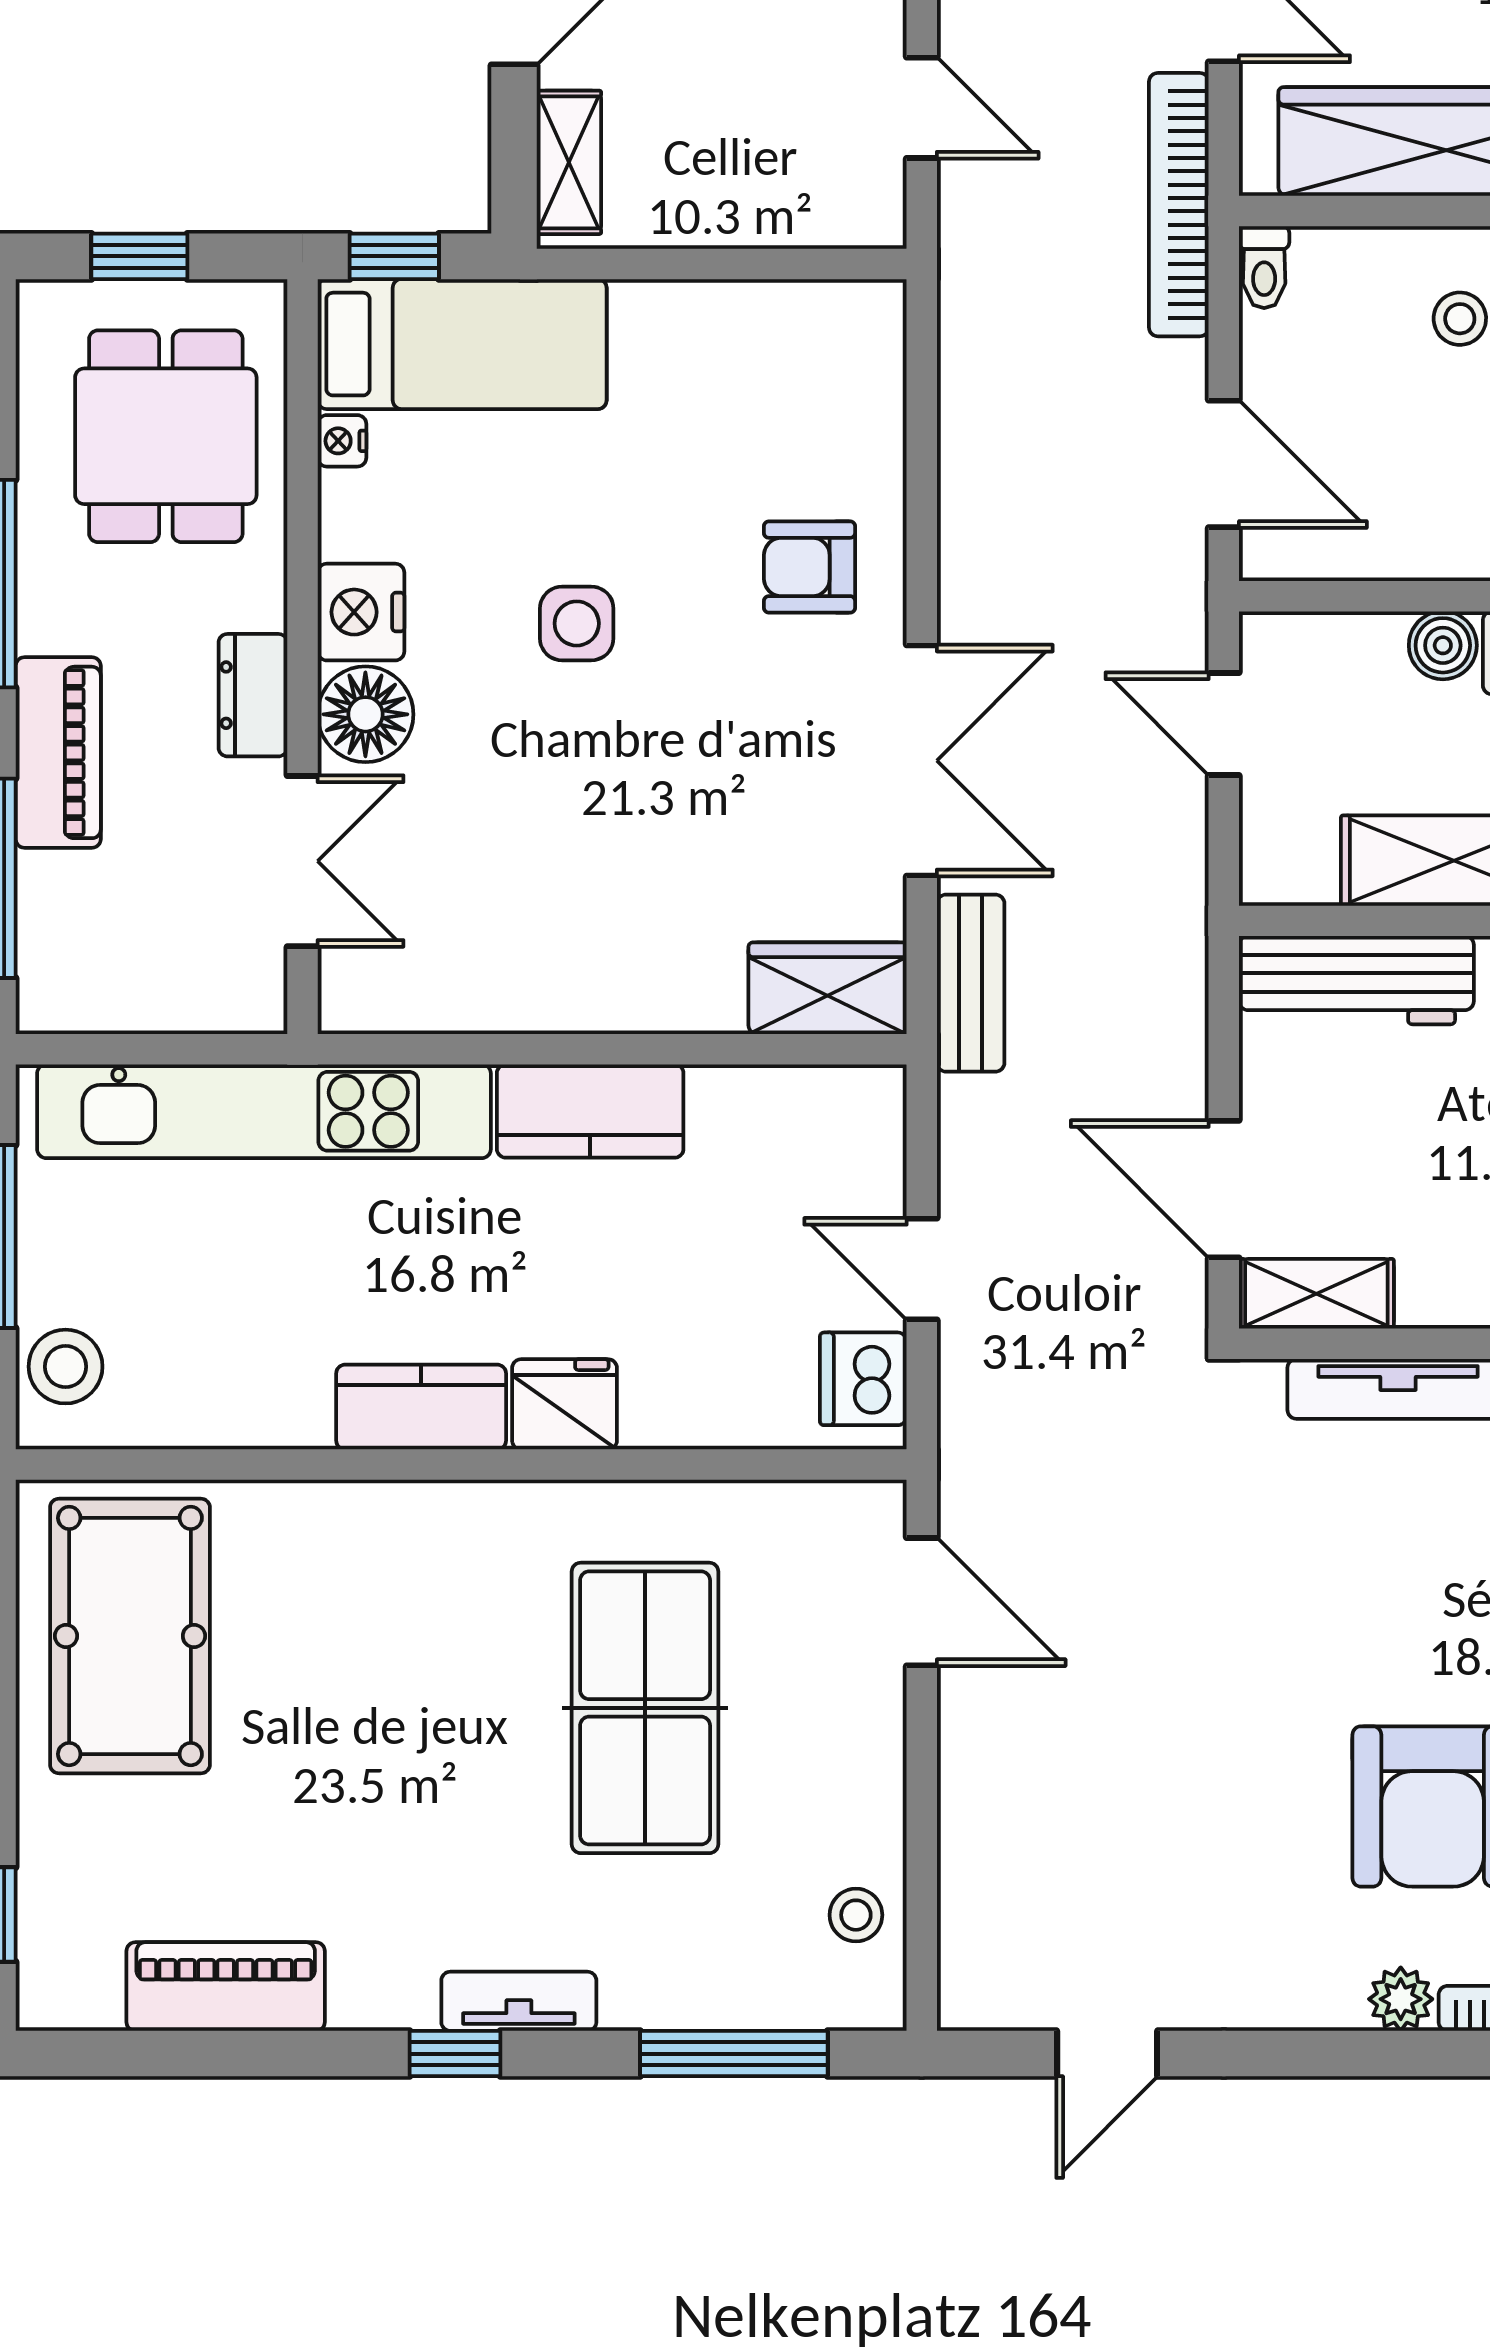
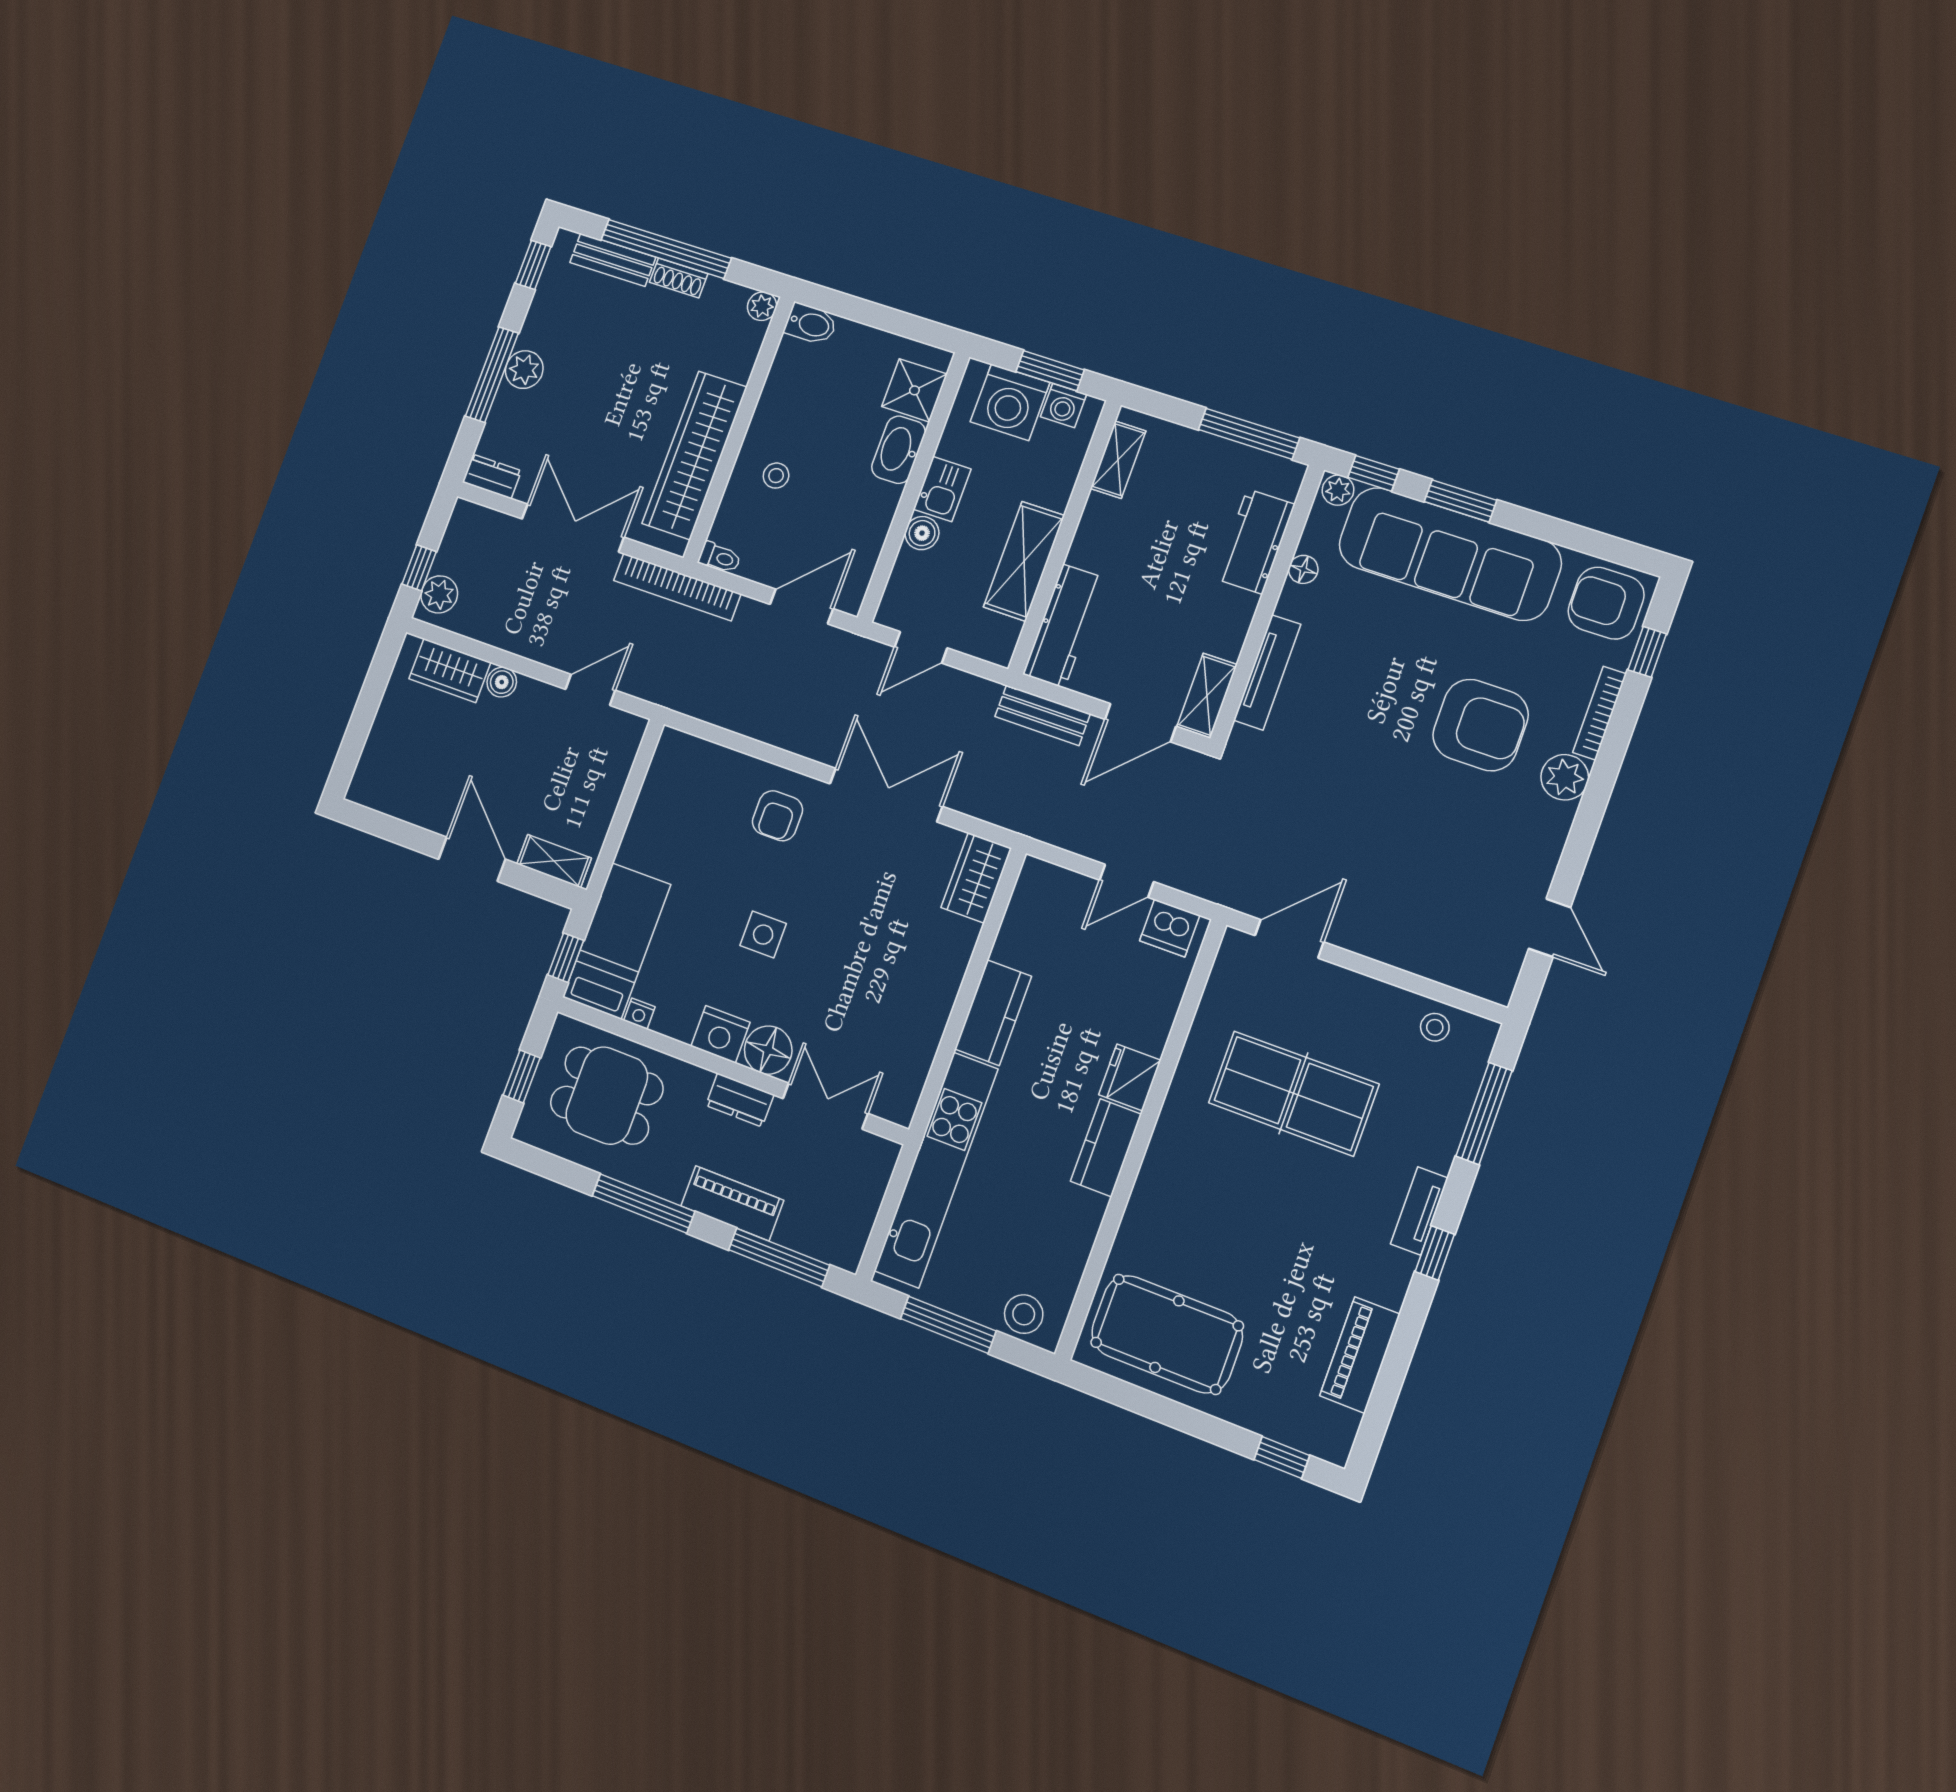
bench: (971, 983) -> (1043, 715), moved
plant: (1401, 1999) -> (1565, 777), width x1.38, depth x1.38

